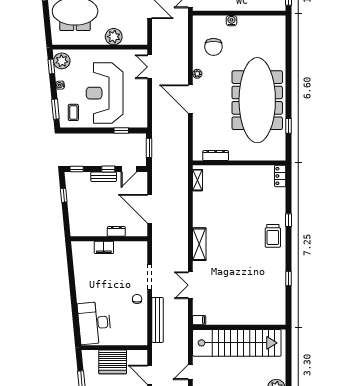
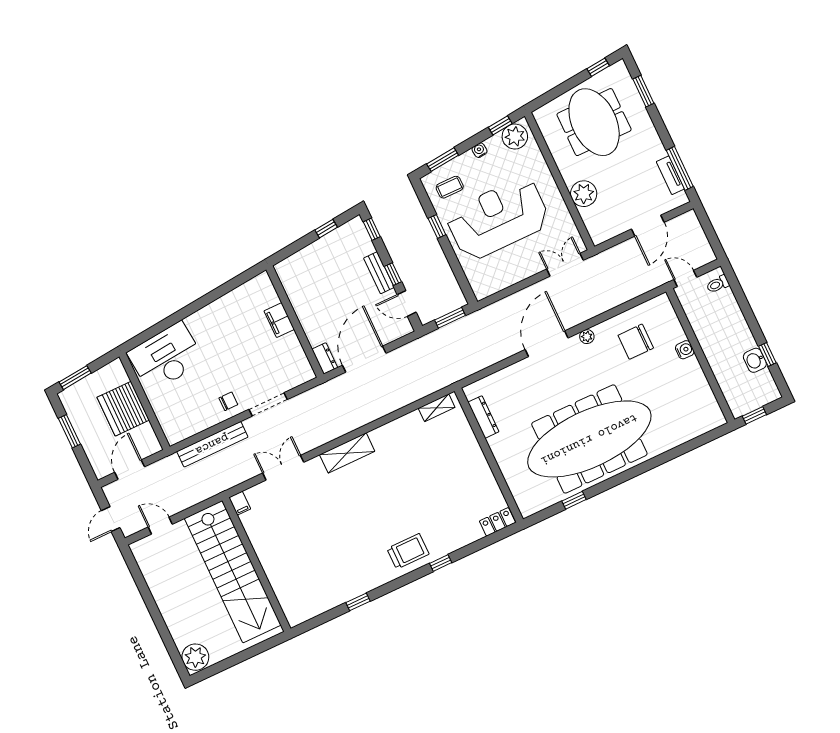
window: (121, 131) -> (437, 226), moved
dresser: (116, 231) -> (325, 358), moved
trolley: (273, 236) -> (408, 551), turned 180

